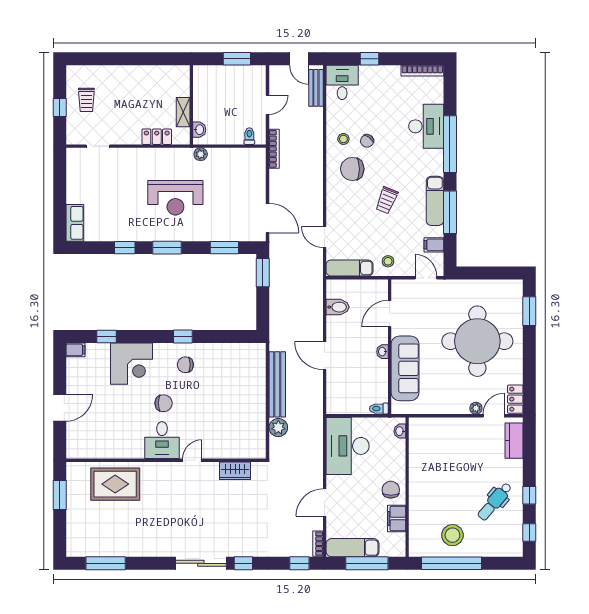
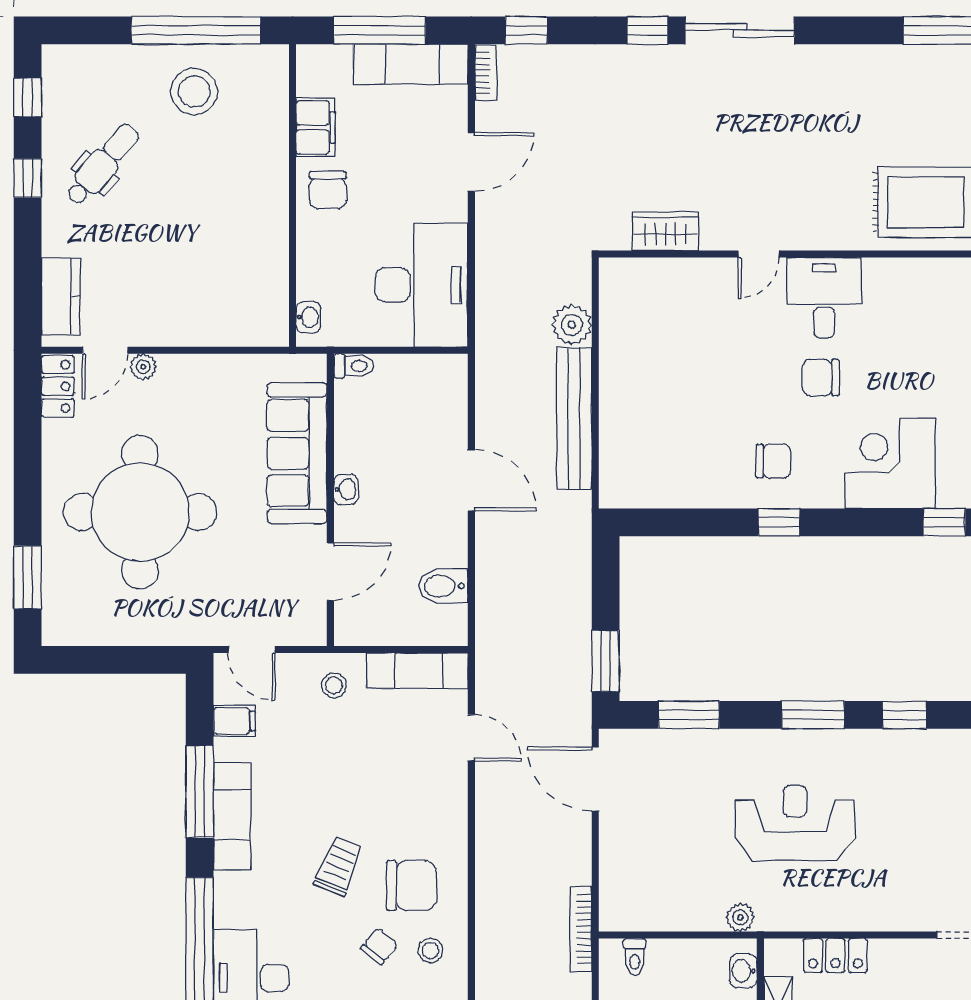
trolley: (387, 200) -> (338, 866), moved

